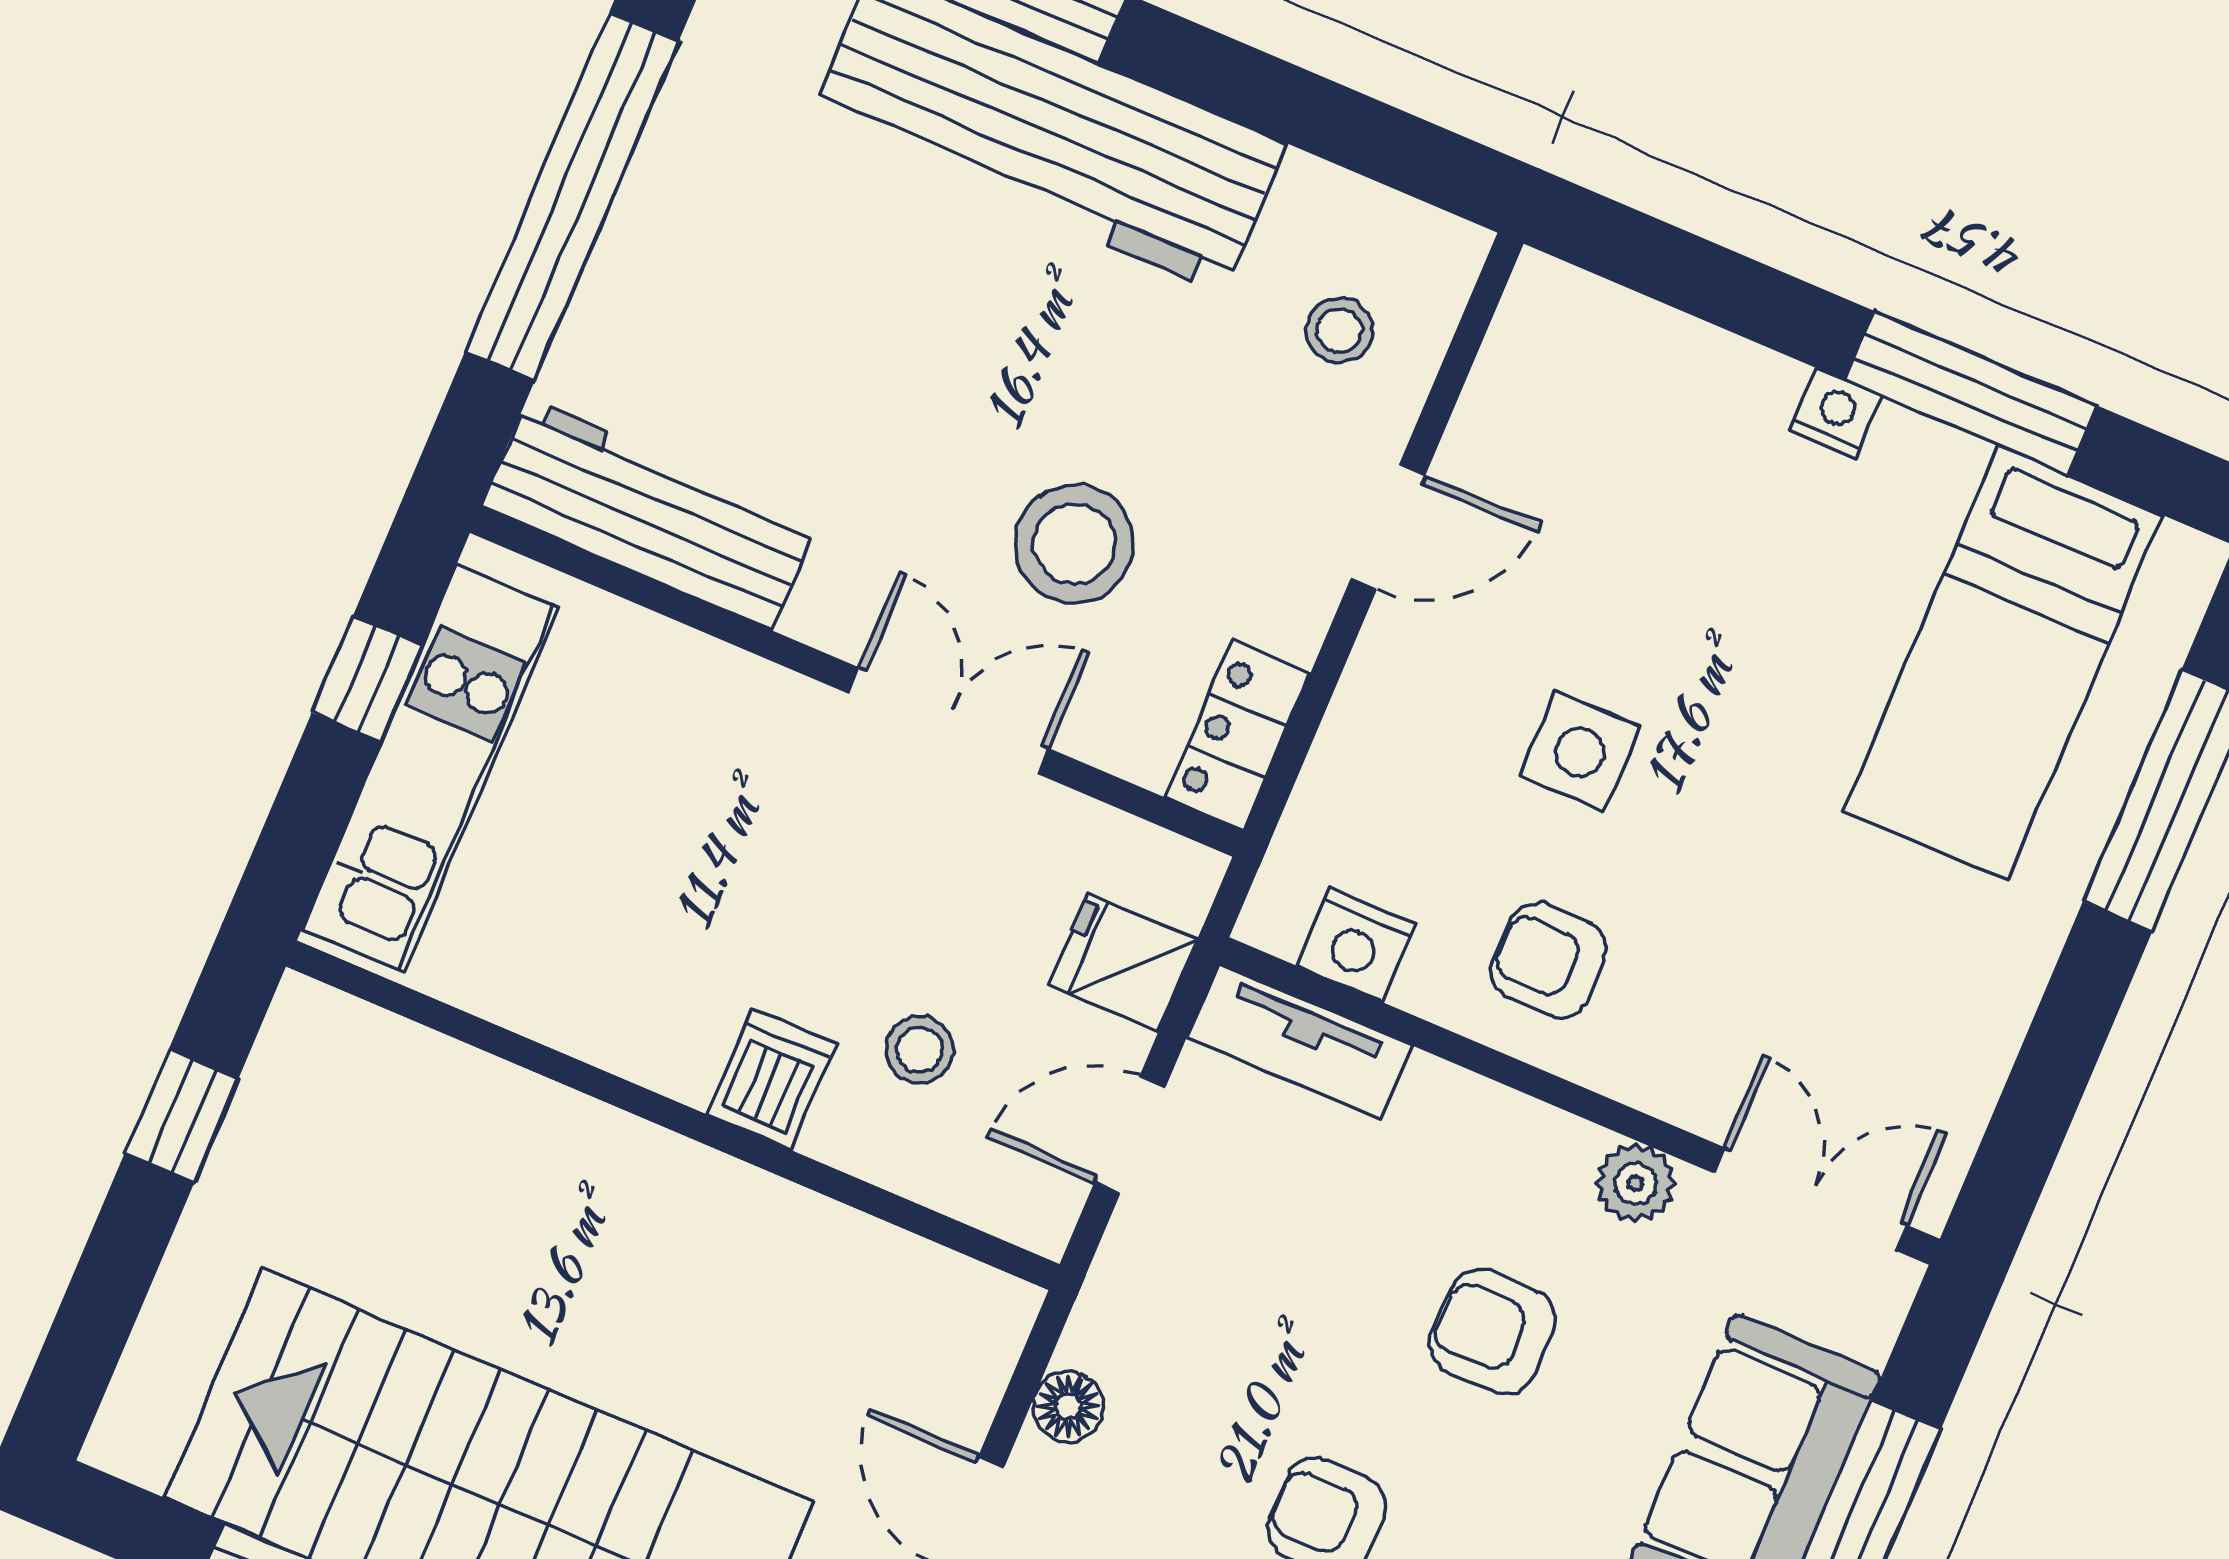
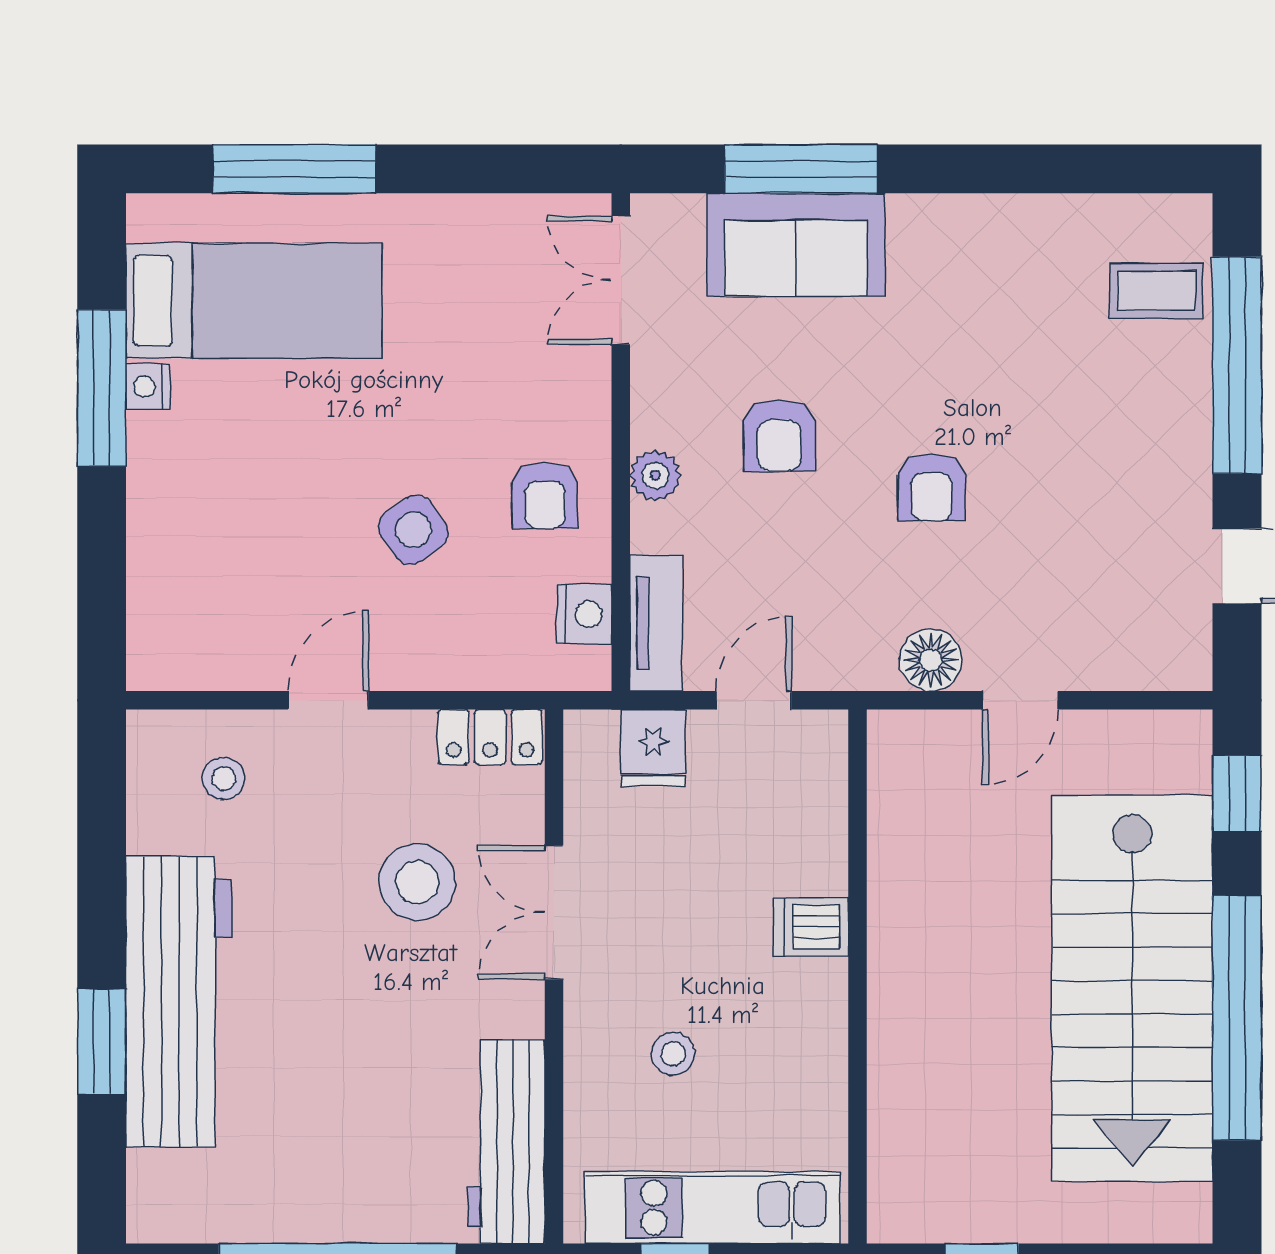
nightstand: (1836, 413) -> (148, 386), moved
door: (1388, 527) -> (328, 700), hinge flipped
side table: (1580, 752) -> (413, 530), turned -35
stool: (920, 1050) -> (673, 1054), moved
door: (1130, 1135) -> (754, 700), swing flipped
plant: (1635, 1183) -> (655, 475), moved
floor lamp: (1068, 1406) -> (931, 660), width x1.37, depth x1.37

